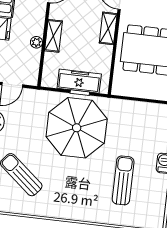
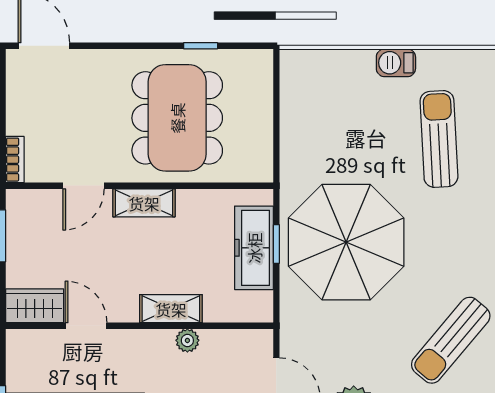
sun lounger: (123, 180) -> (439, 139), turned 87

